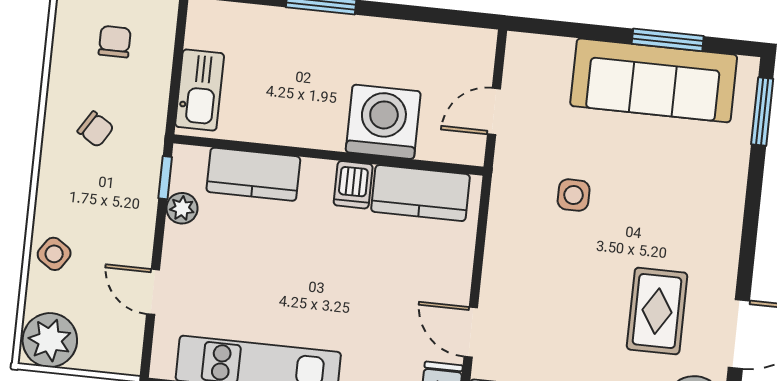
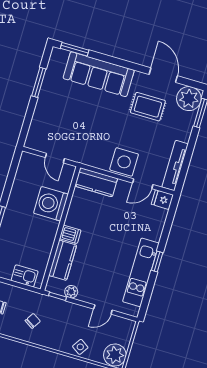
sofa: (654, 80) -> (99, 74), moved, turned 90
kitchen sink: (200, 90) -> (25, 276), width x0.73
dishwasher: (353, 185) -> (70, 234), moved
kitchen counter: (421, 193) -> (96, 182), moved, turned 90
side table: (574, 195) -> (124, 162), moved, width x1.87, depth x1.87

